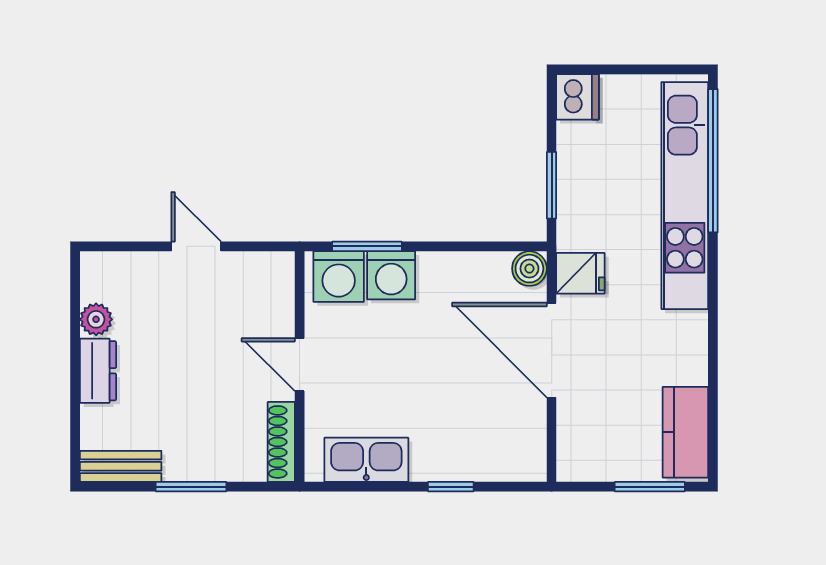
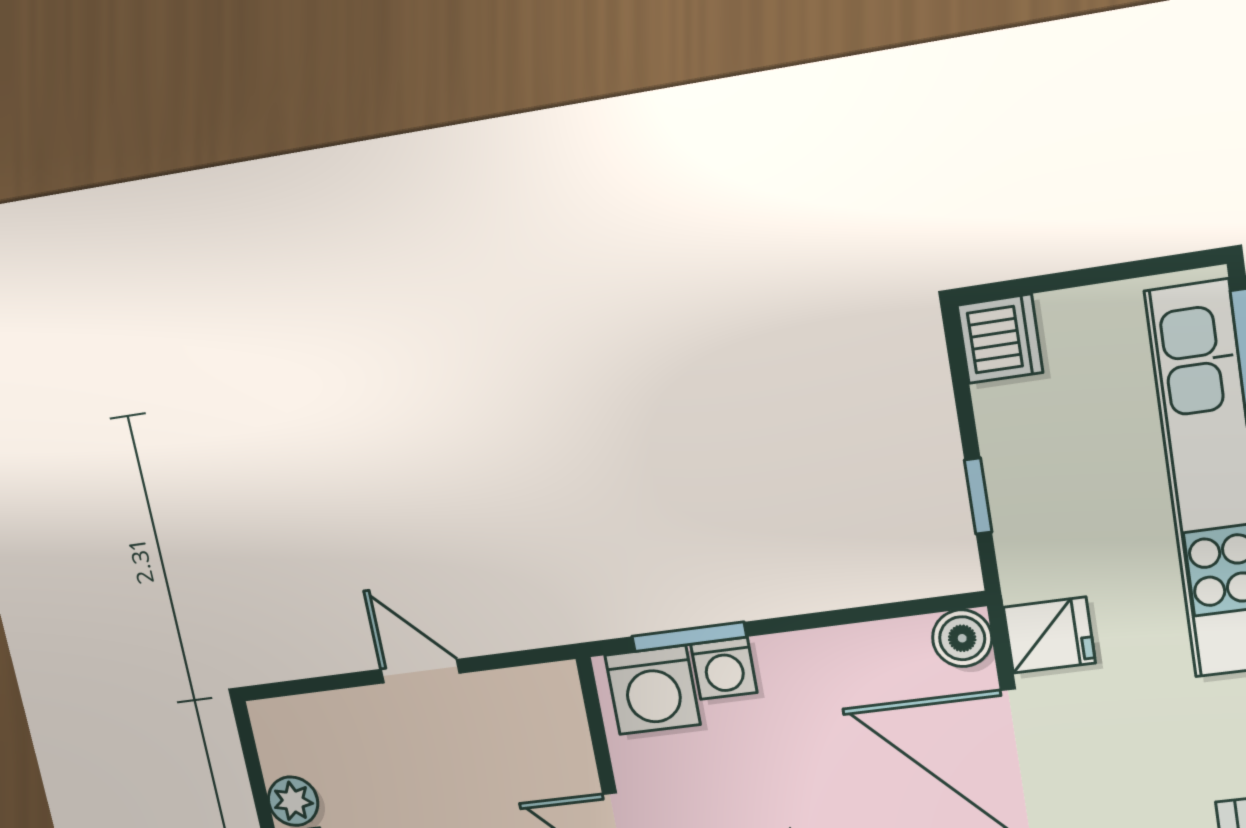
window: (552, 185) -> (978, 496), width x0.67
washing machine: (391, 275) -> (724, 668), width x0.73, depth x0.73

